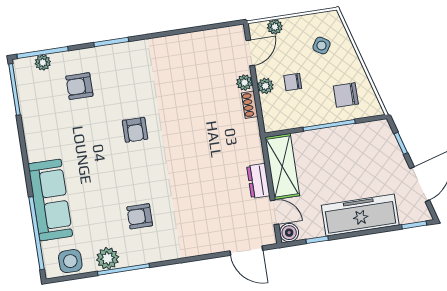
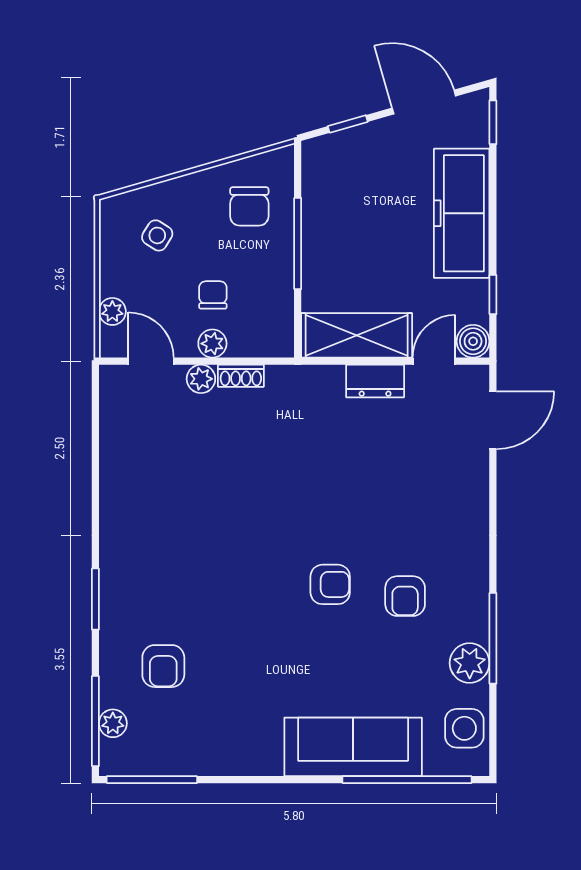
chair: (293, 82) -> (213, 295), turned 180
armchair: (135, 130) -> (330, 584), moved

